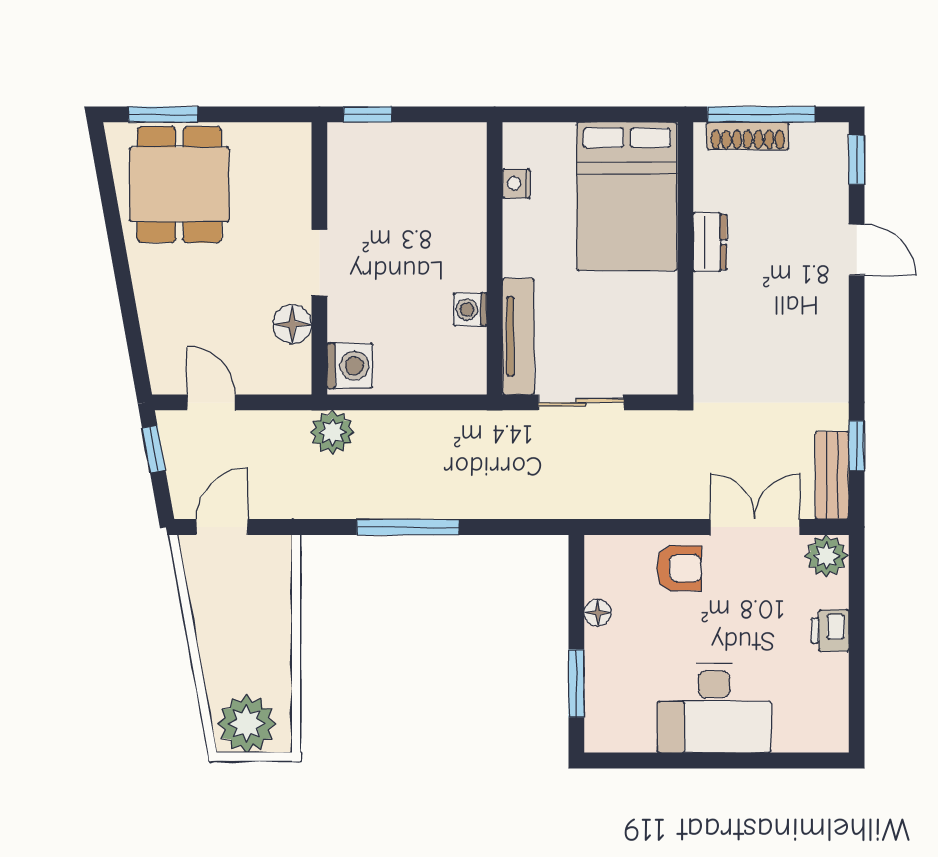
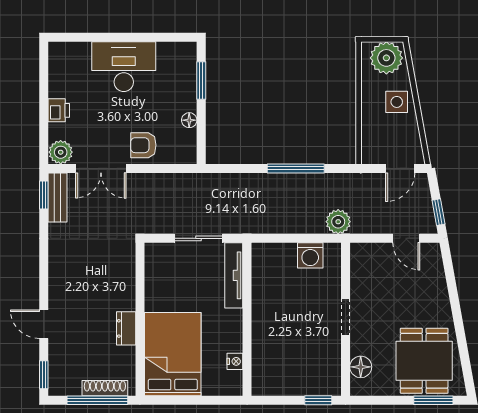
washing machine: (470, 309) -> (261, 291), removed
floor lamp: (292, 324) -> (361, 367), moved
washing machine: (350, 366) -> (310, 255), moved, turned -90
window: (857, 446) -> (44, 195), moved
side table: (228, 645) -> (397, 102), added

